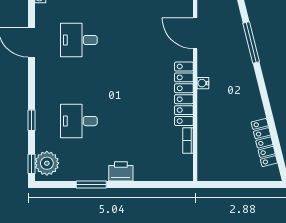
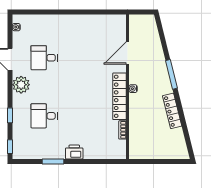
door: (195, 33) -> (128, 53), hinge flipped
window: (251, 43) -> (171, 74), moved
locker: (264, 143) -> (172, 111), moved
plant: (47, 163) -> (21, 85), moved

